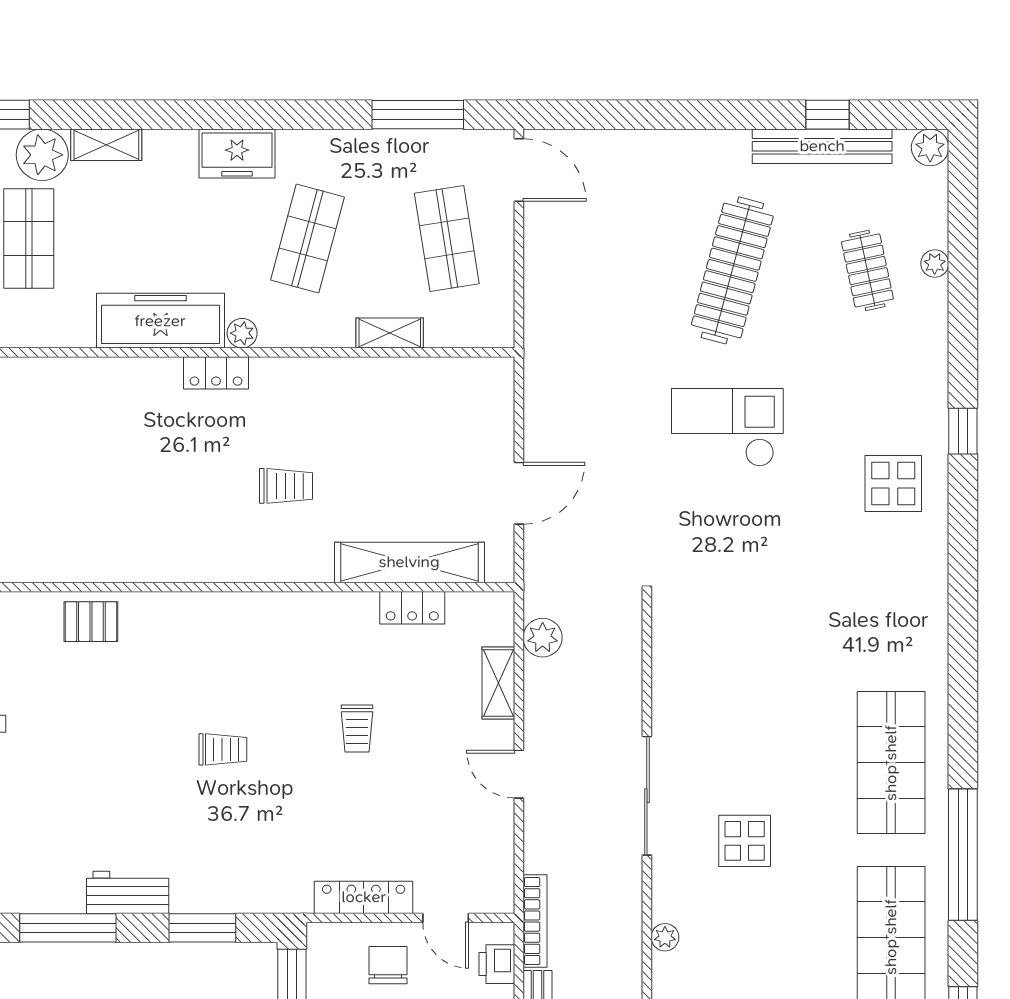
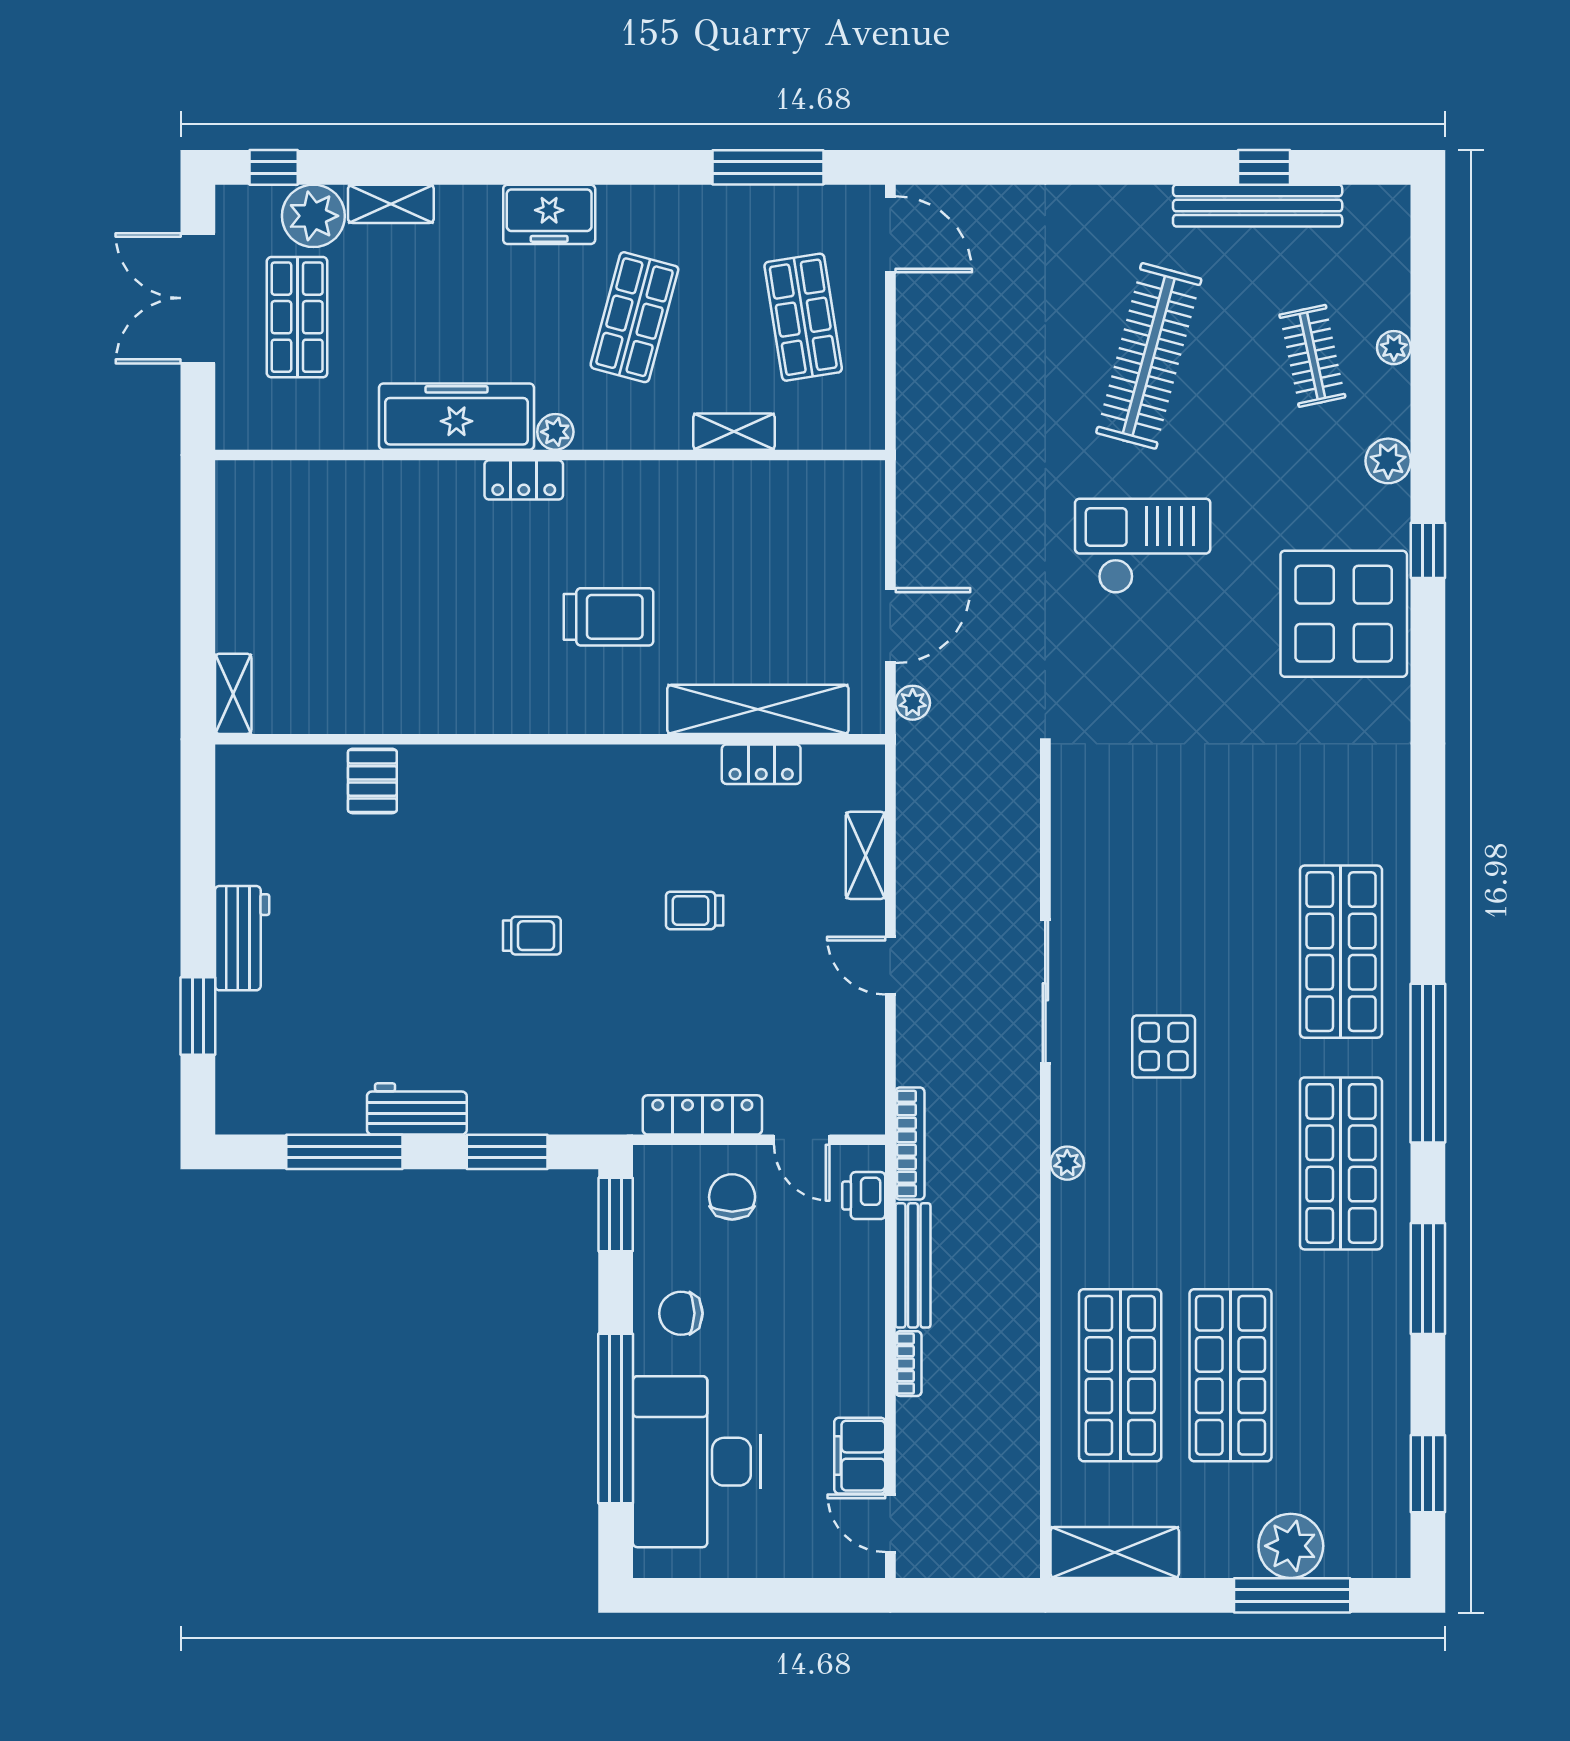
plant: (930, 147) -> (1388, 461), moved
display table: (893, 483) -> (1344, 614), width x1.86, depth x1.86
trolley: (286, 486) -> (609, 617), width x1.36, depth x1.39
pallet: (91, 622) -> (372, 781), turned 90
plant: (543, 638) -> (913, 703), moved, width x0.73, depth x0.73
trolley: (357, 729) -> (695, 910), turned 90

